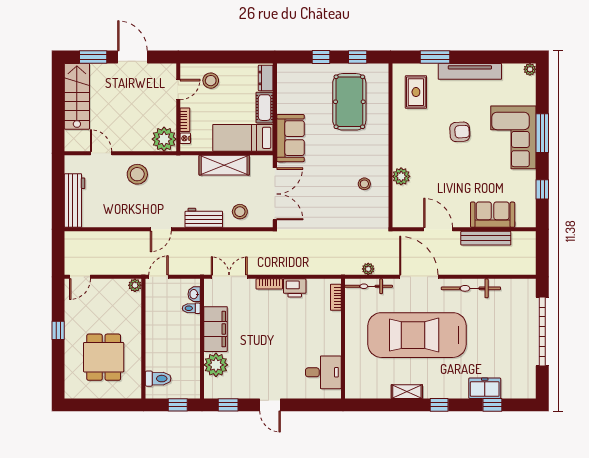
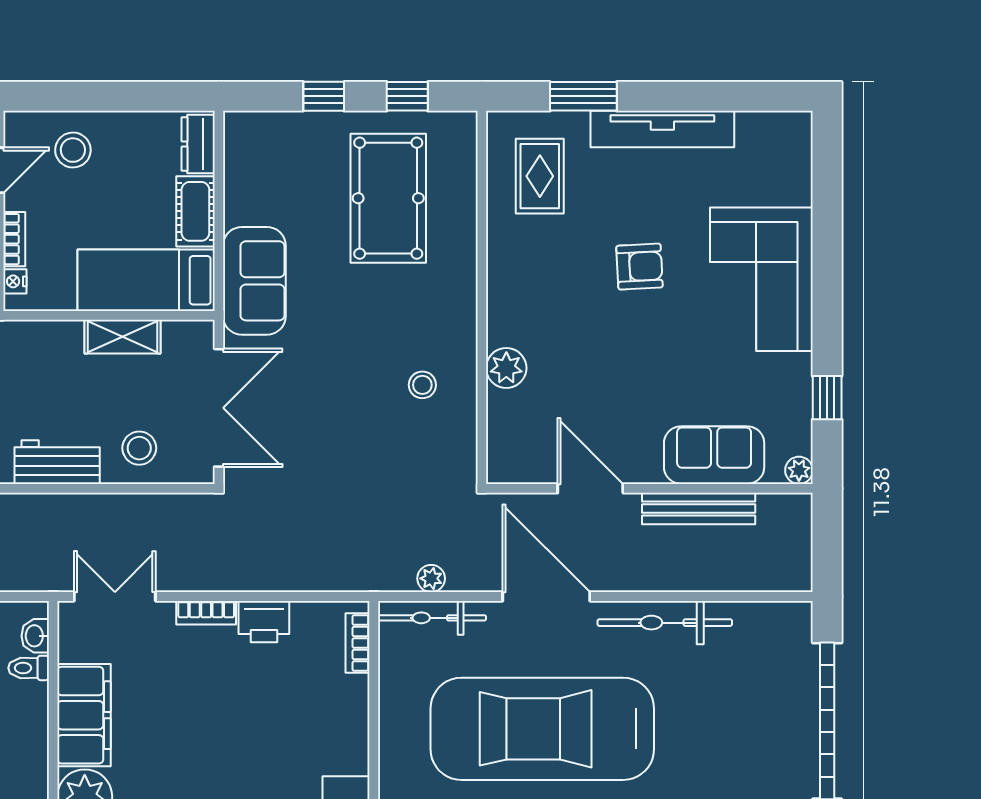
plant: (530, 69) -> (799, 470), moved
window: (542, 133) -> (827, 269), removed
shelving: (224, 165) -> (122, 337), width x0.67, depth x0.75

